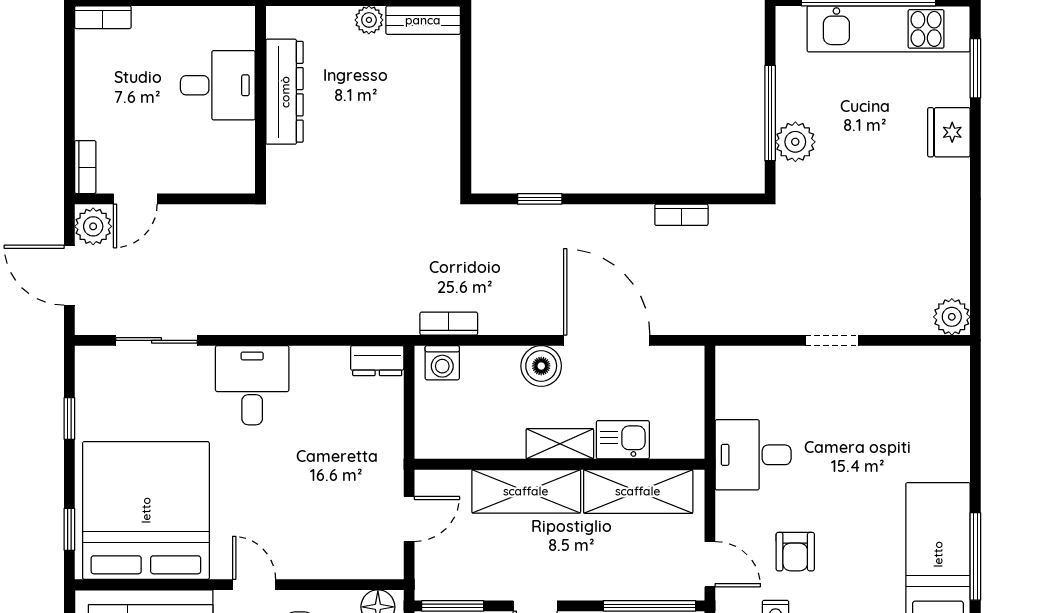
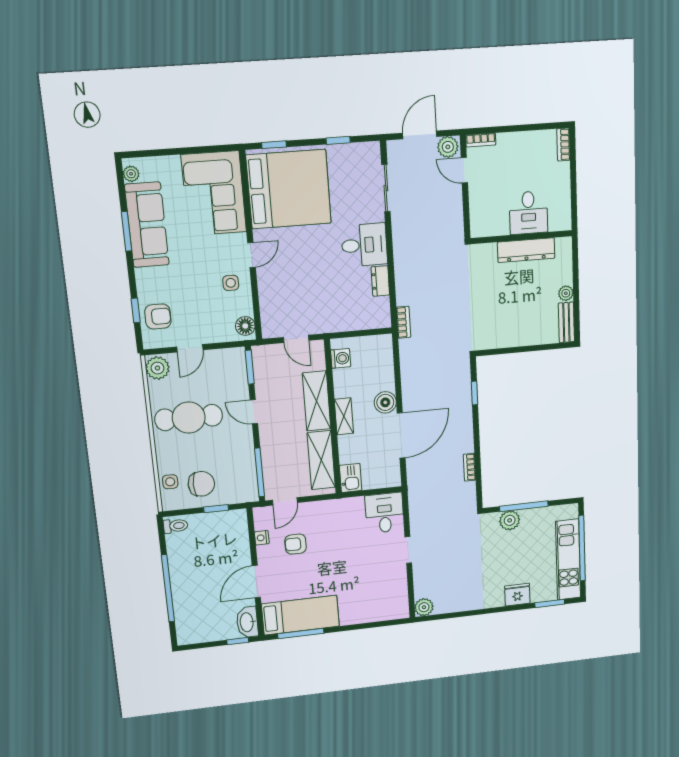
bookcase: (449, 324) -> (403, 322), moved
dresser: (377, 361) -> (380, 281), moved
washing machine: (442, 363) -> (341, 358), moved, turned 180
kitchen sink: (623, 440) -> (351, 478), moved
desk: (753, 455) -> (385, 513), moved

